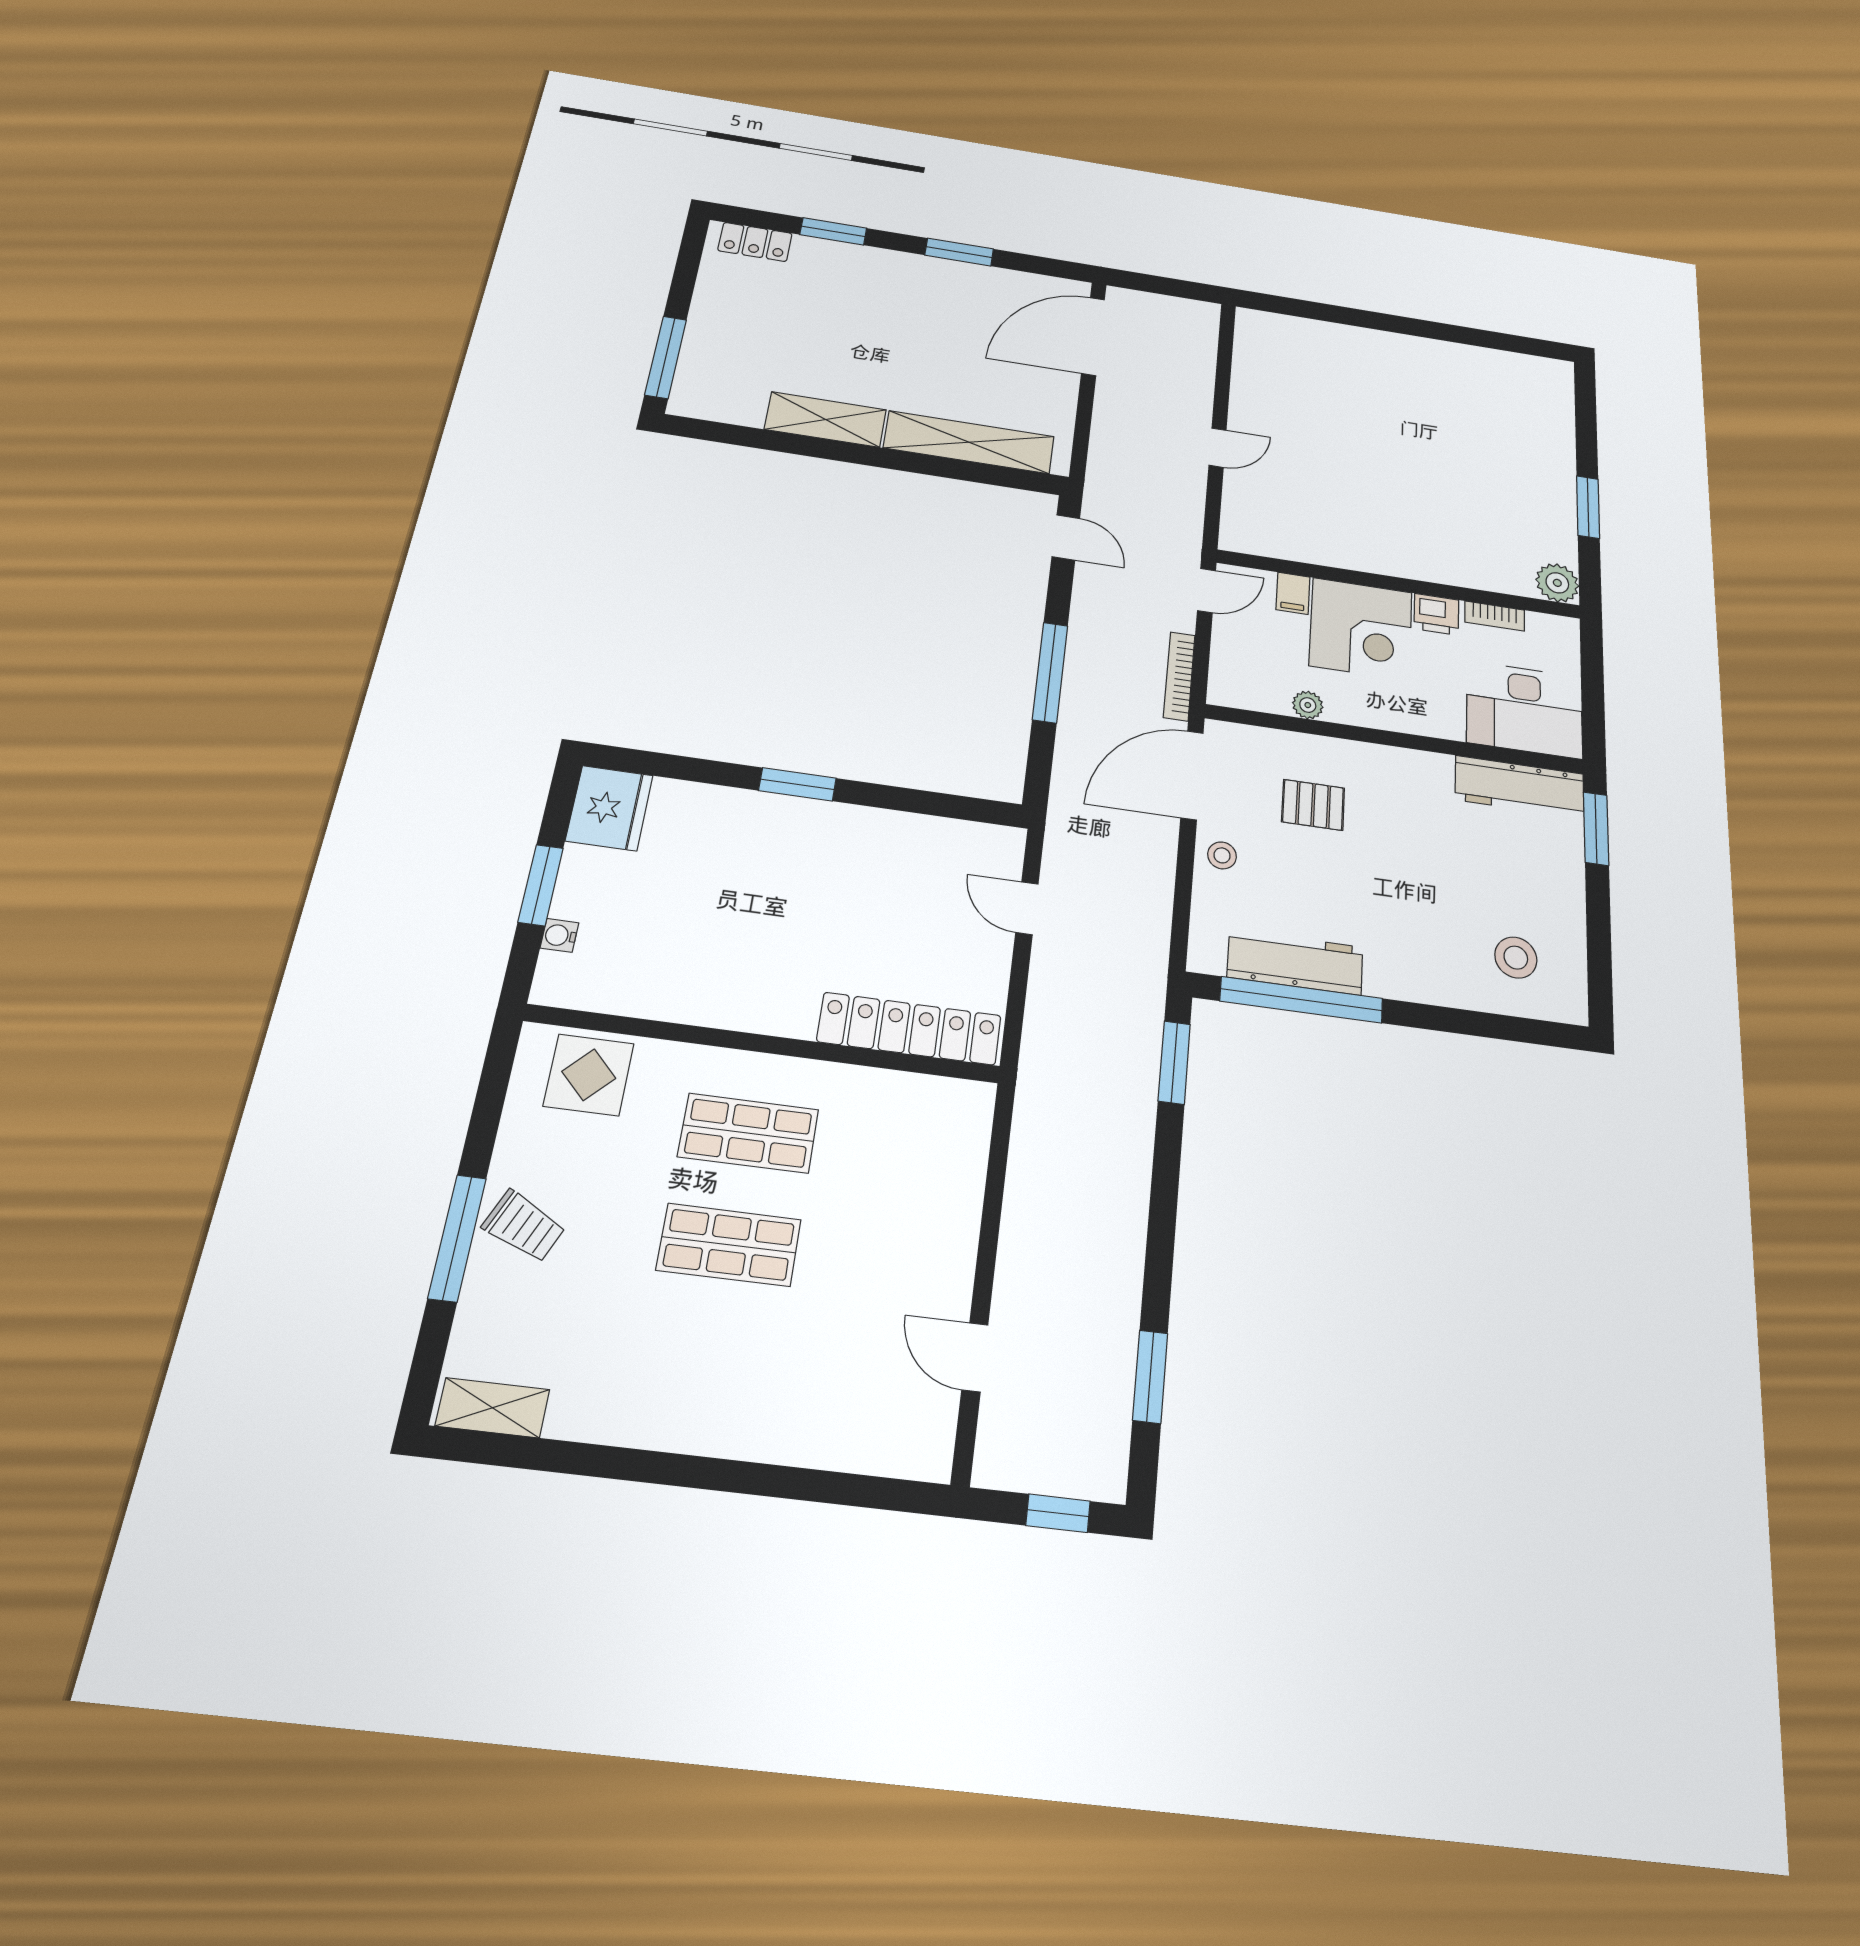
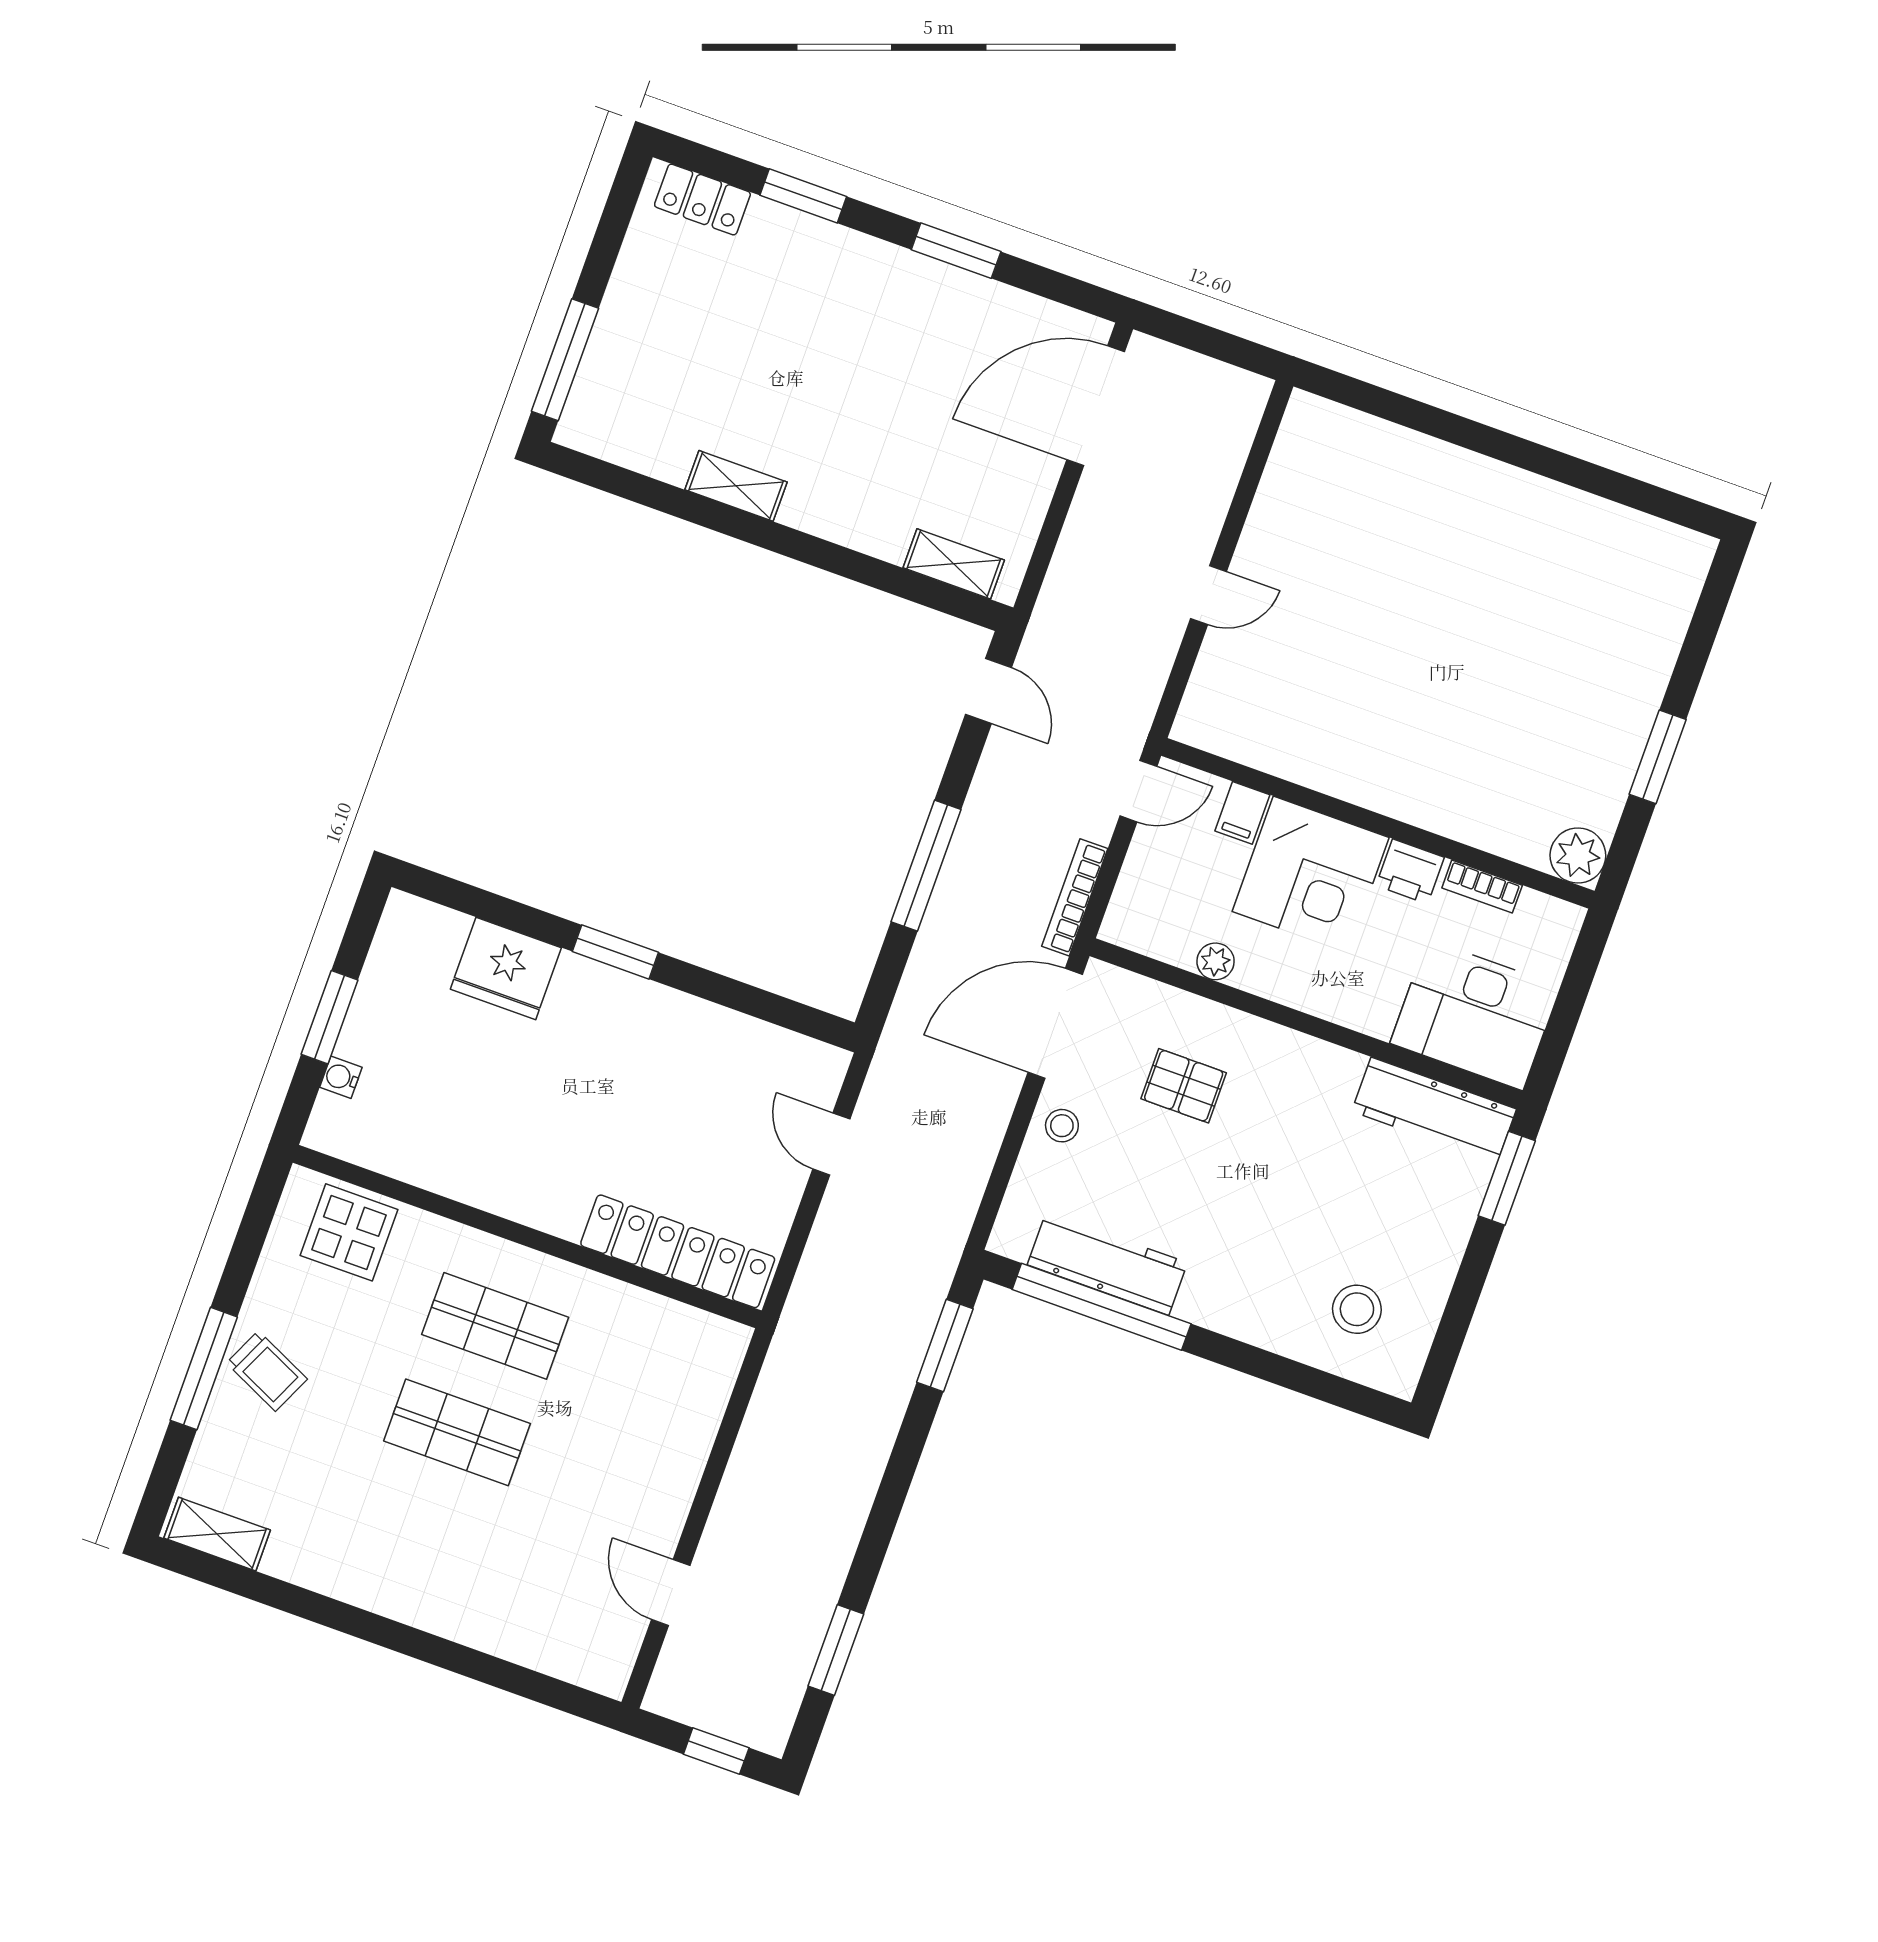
shelving: (826, 419) -> (736, 486), width x0.67, depth x0.75
shelving: (969, 442) -> (954, 564), width x0.45, depth x0.75
fridge: (609, 808) -> (506, 968), moved, turned 90

